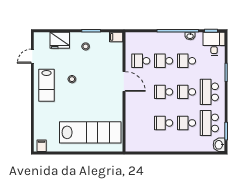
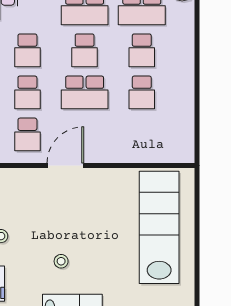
school desk: (164, 92) -> (85, 92), width x1.85

